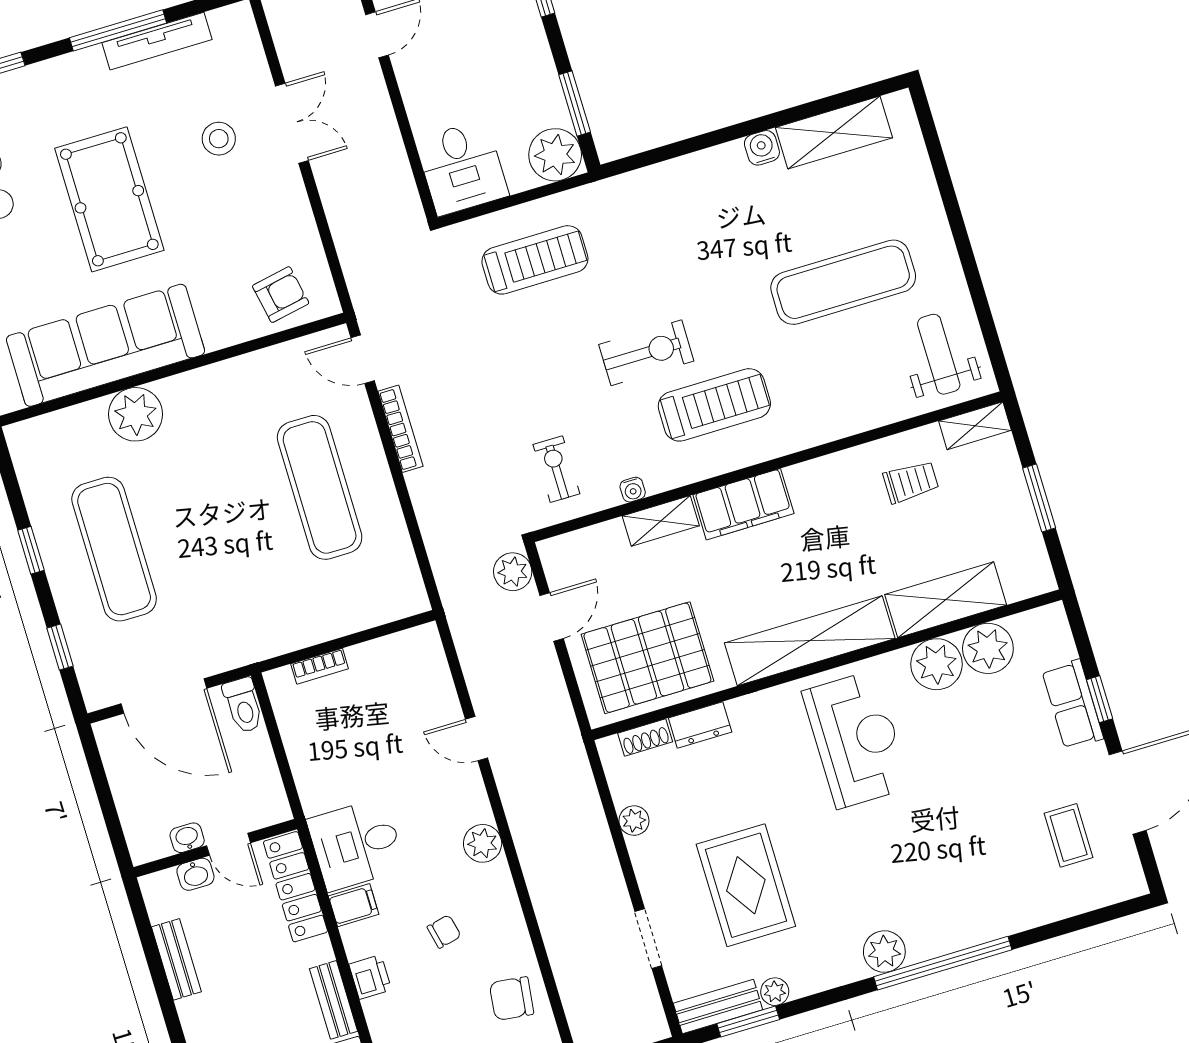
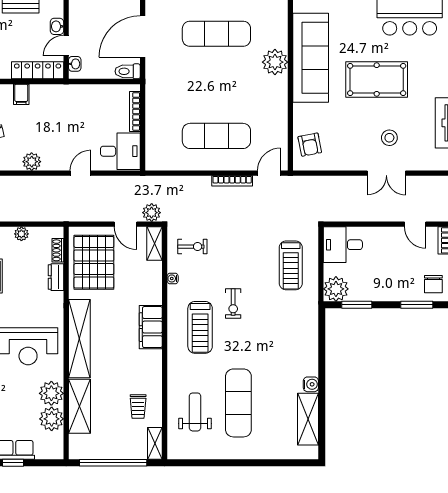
exercise bike: (646, 353) -> (233, 303), width x0.73, depth x0.72
weight bench: (939, 354) -> (195, 412), moved, turned -90
window: (1039, 498) -> (113, 463), width x2.11
shelving: (661, 521) -> (155, 244), moved
bookcase: (320, 666) -> (135, 111), width x1.56
washbasin: (187, 838) -> (75, 64), moved
desk: (356, 844) -> (120, 151), moved, turned 90

